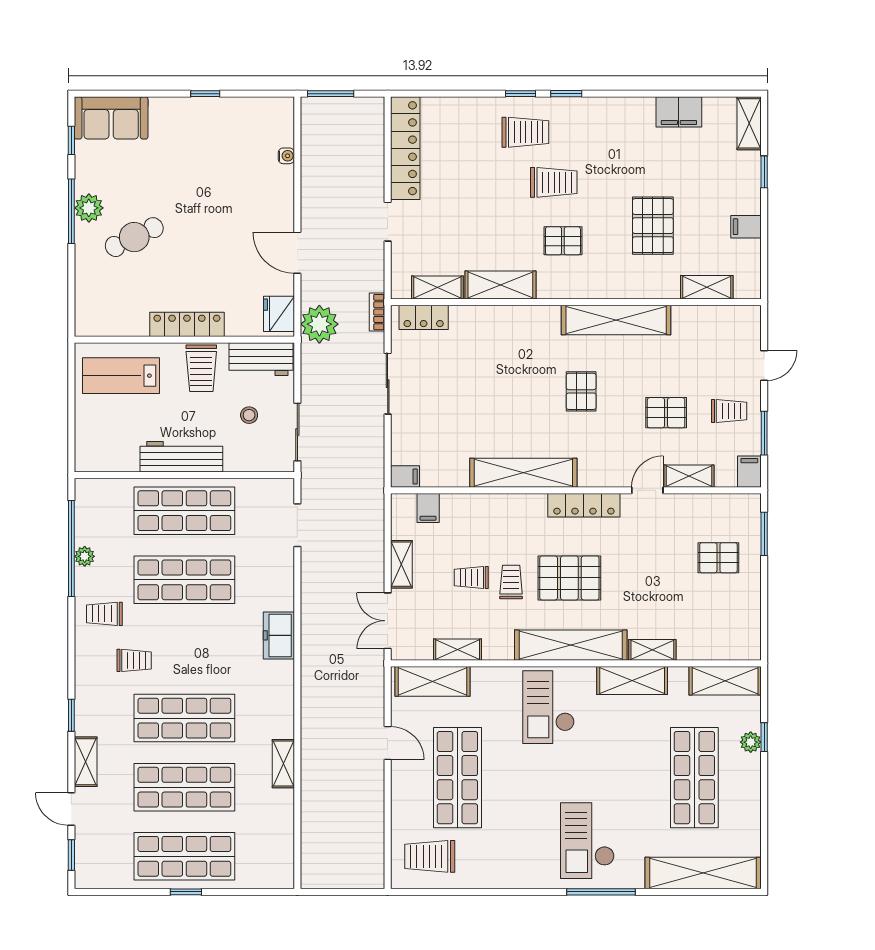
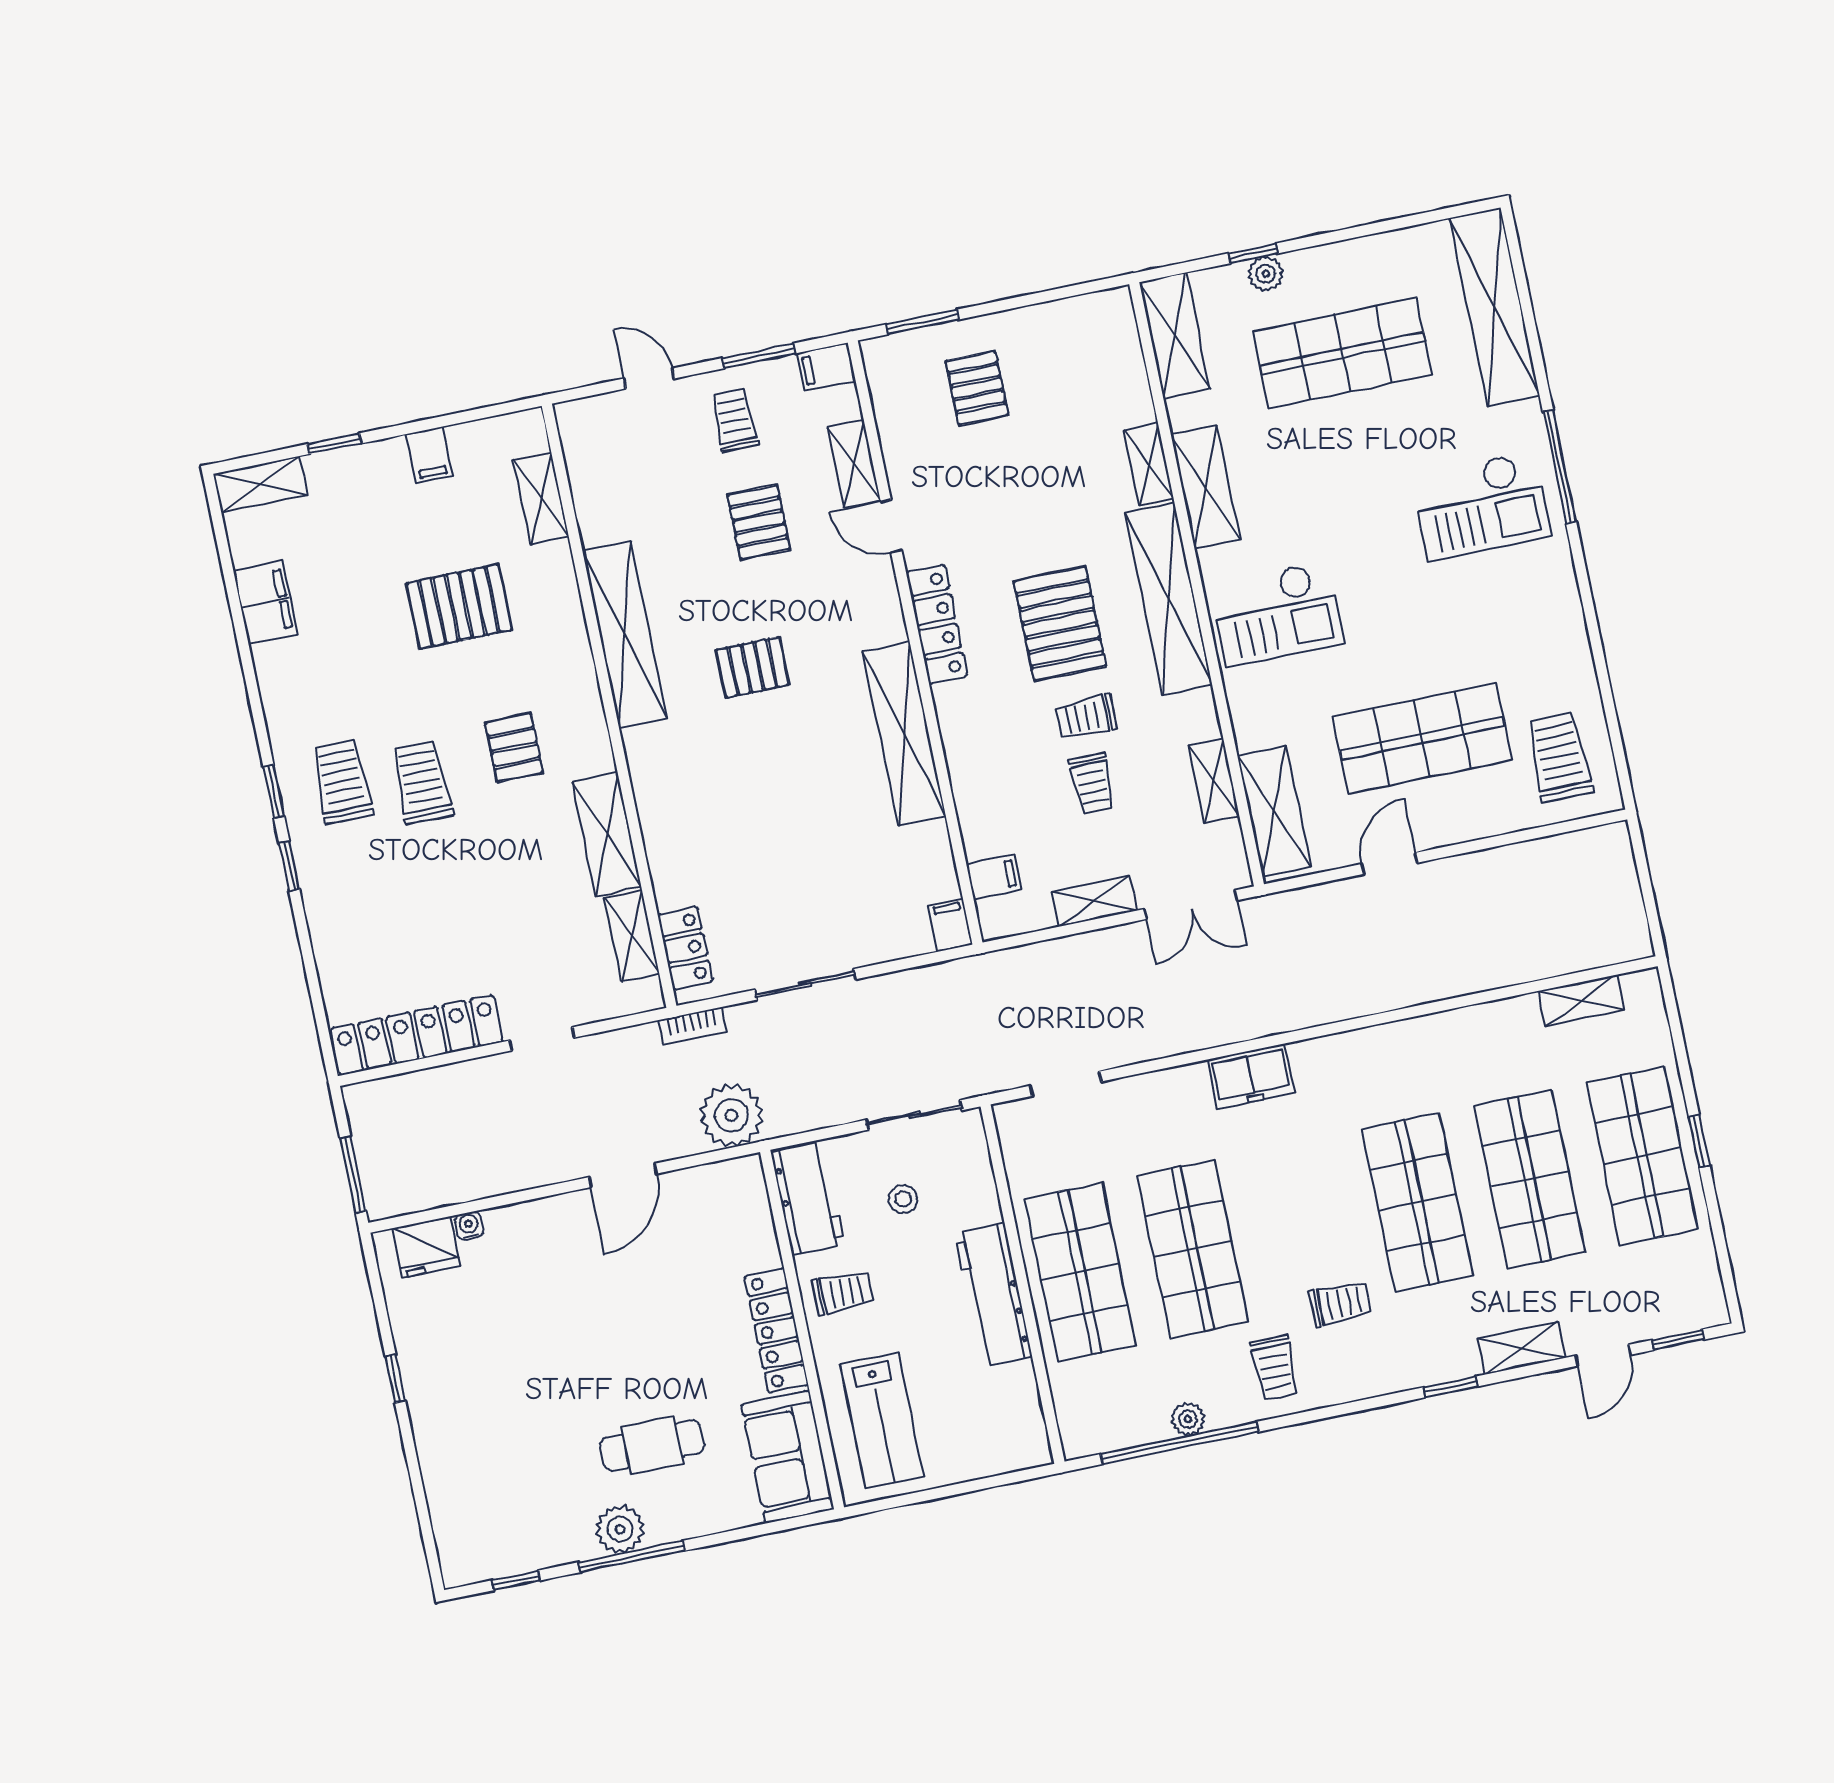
sofa: (111, 118) -> (787, 1457), moved, turned 180
trolley: (525, 132) -> (342, 782), moved
cafe table: (134, 237) -> (652, 1446), turned -64
fridge: (279, 314) -> (426, 1247), moved
trolley: (201, 368) -> (843, 1293), width x0.73, depth x0.72
trolley: (134, 660) -> (1341, 1303), turned 90
shelving: (283, 764) -> (1581, 1000), moved
trolley: (430, 856) -> (1559, 757), turned 180

